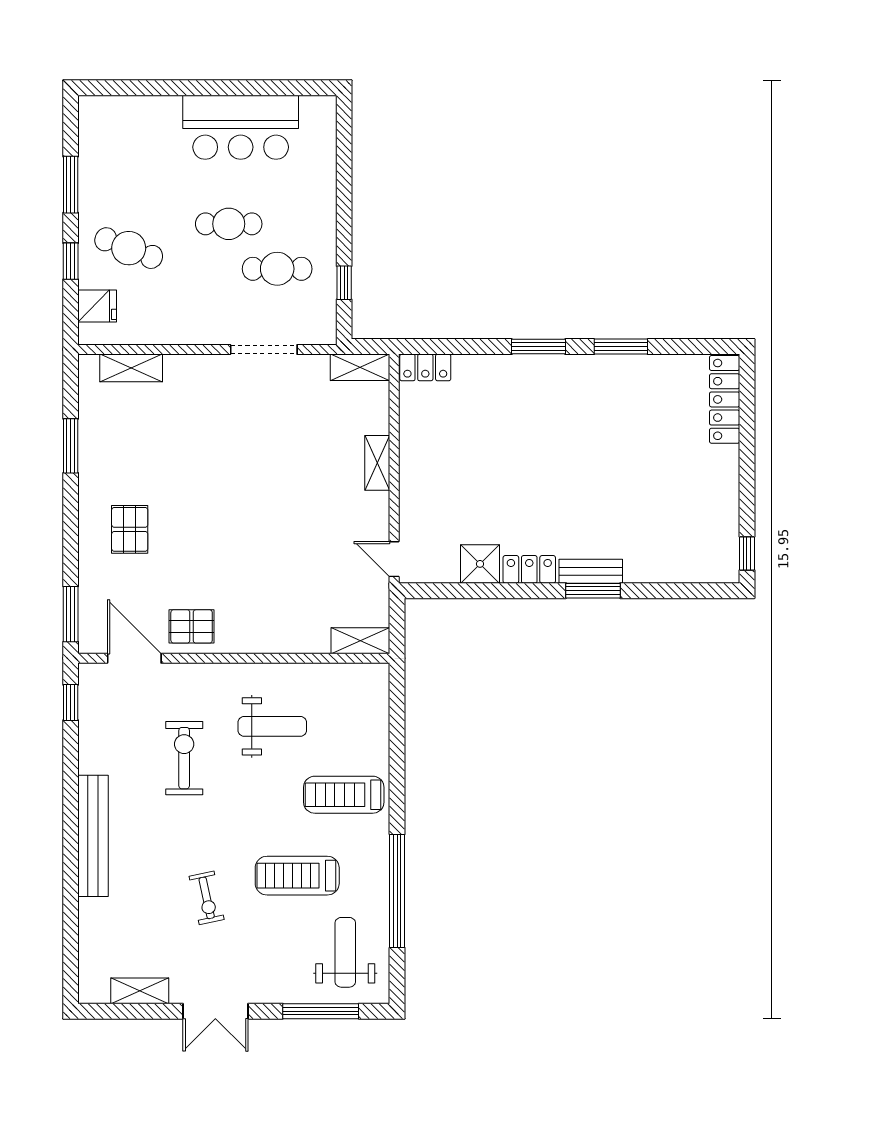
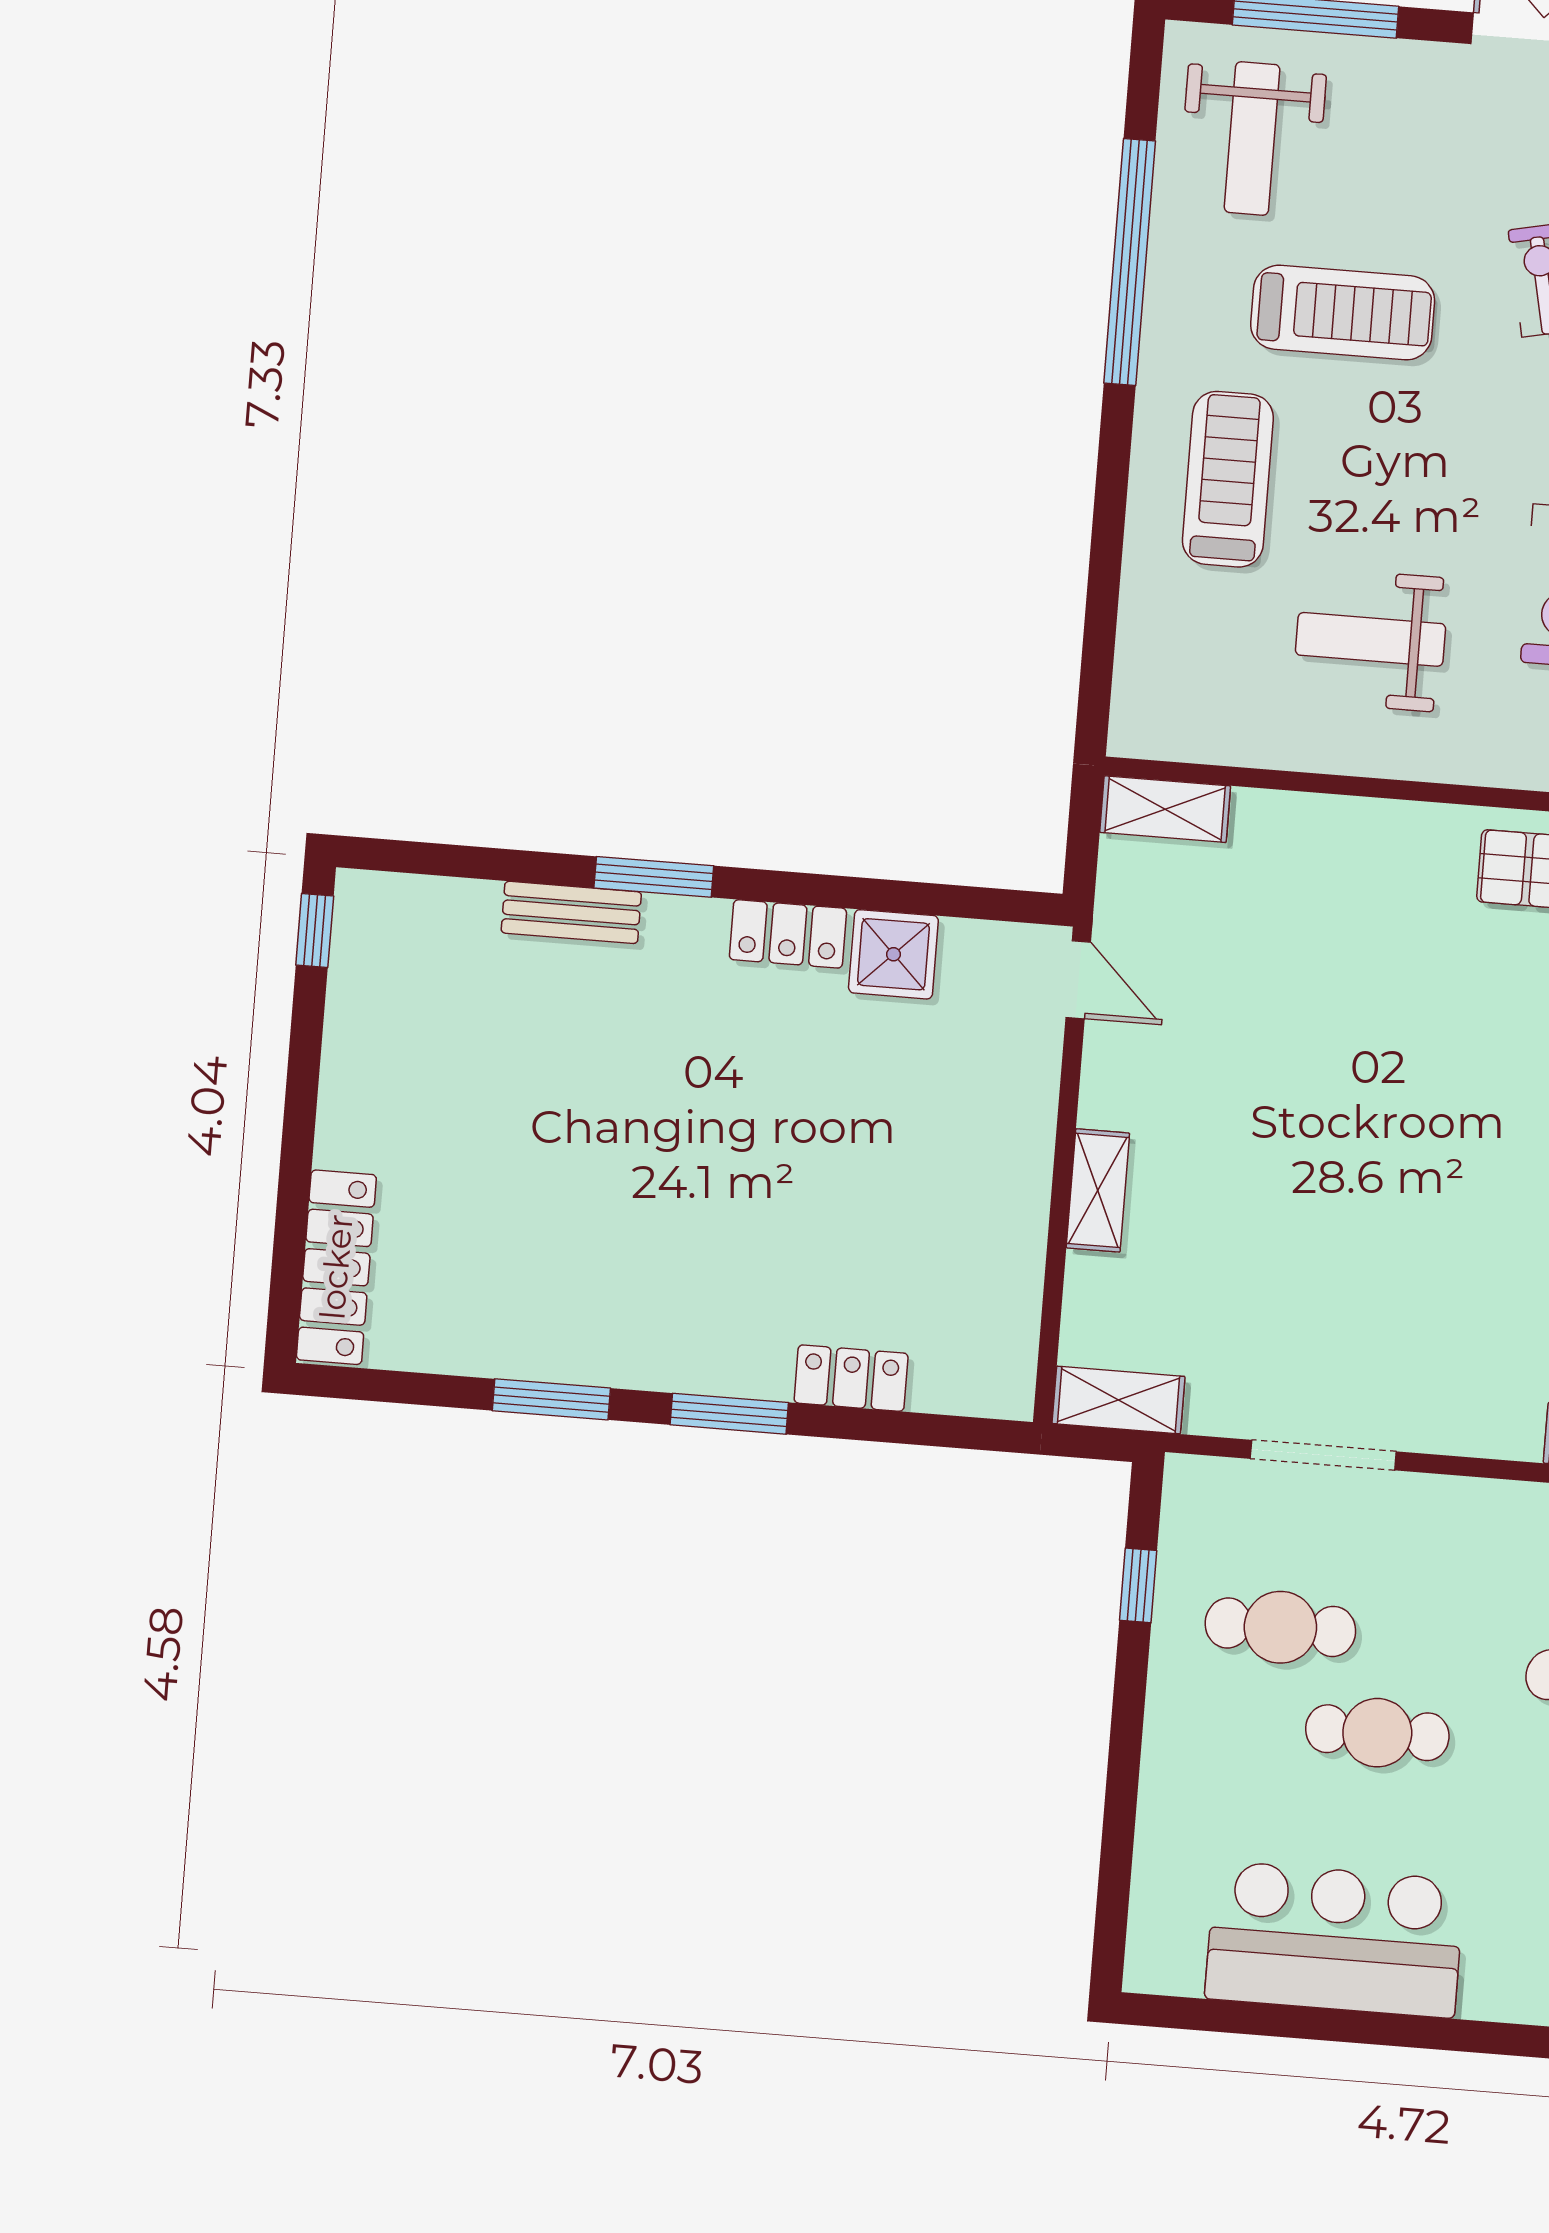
locker: (425, 367) -> (851, 1378), moved
bench: (591, 571) -> (571, 912), moved
treadmill: (344, 795) -> (1228, 479), turned -90

